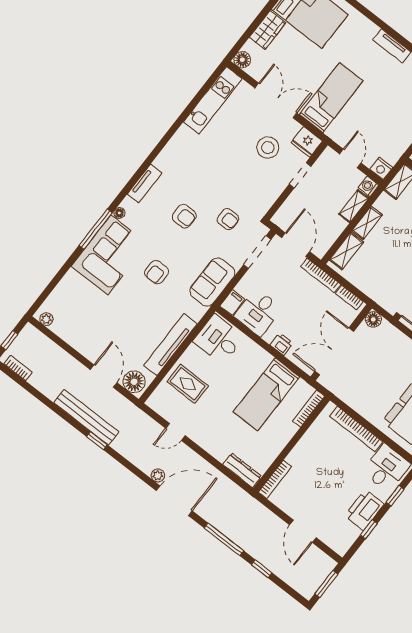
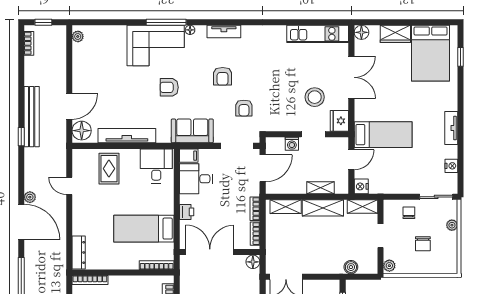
bed: (331, 98) -> (383, 135), moved
washing machine: (369, 186) -> (292, 144), moved, turned 180
shelving: (367, 223) -> (323, 208), width x1.50, depth x1.33
bookcase: (321, 275) -> (255, 209), width x0.64

